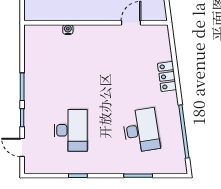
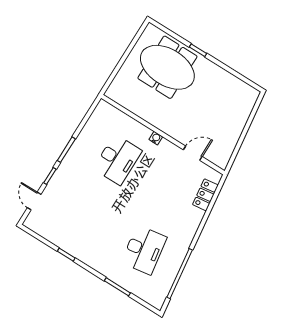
water cooler: (68, 30) -> (156, 138), moved
locker: (167, 76) -> (205, 195), moved
desk: (71, 130) -> (118, 160), moved

